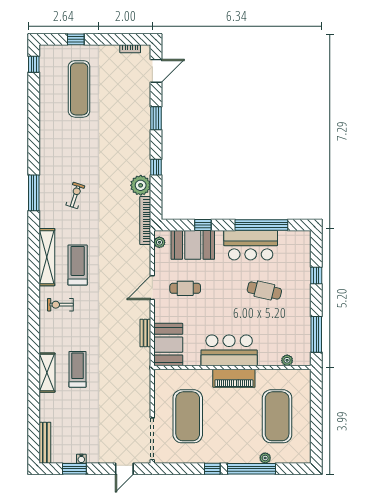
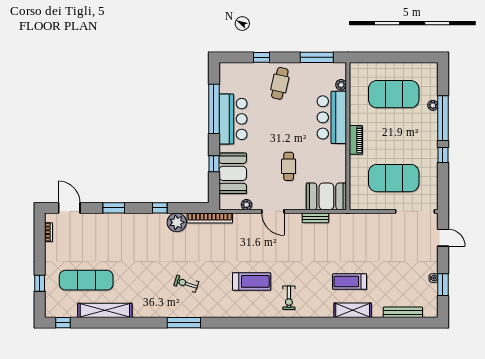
plant: (159, 242) -> (247, 205), moved
shelving: (47, 257) -> (105, 310), moved
treadmill: (78, 265) -> (252, 281), turned 180
cafe table: (185, 288) -> (289, 166), moved
cafe table: (264, 290) -> (280, 83), moved
bar counter: (229, 350) -> (332, 117), moved
piano: (234, 378) -> (356, 140), width x0.73, depth x0.75
bench: (45, 443) -> (403, 312), moved

